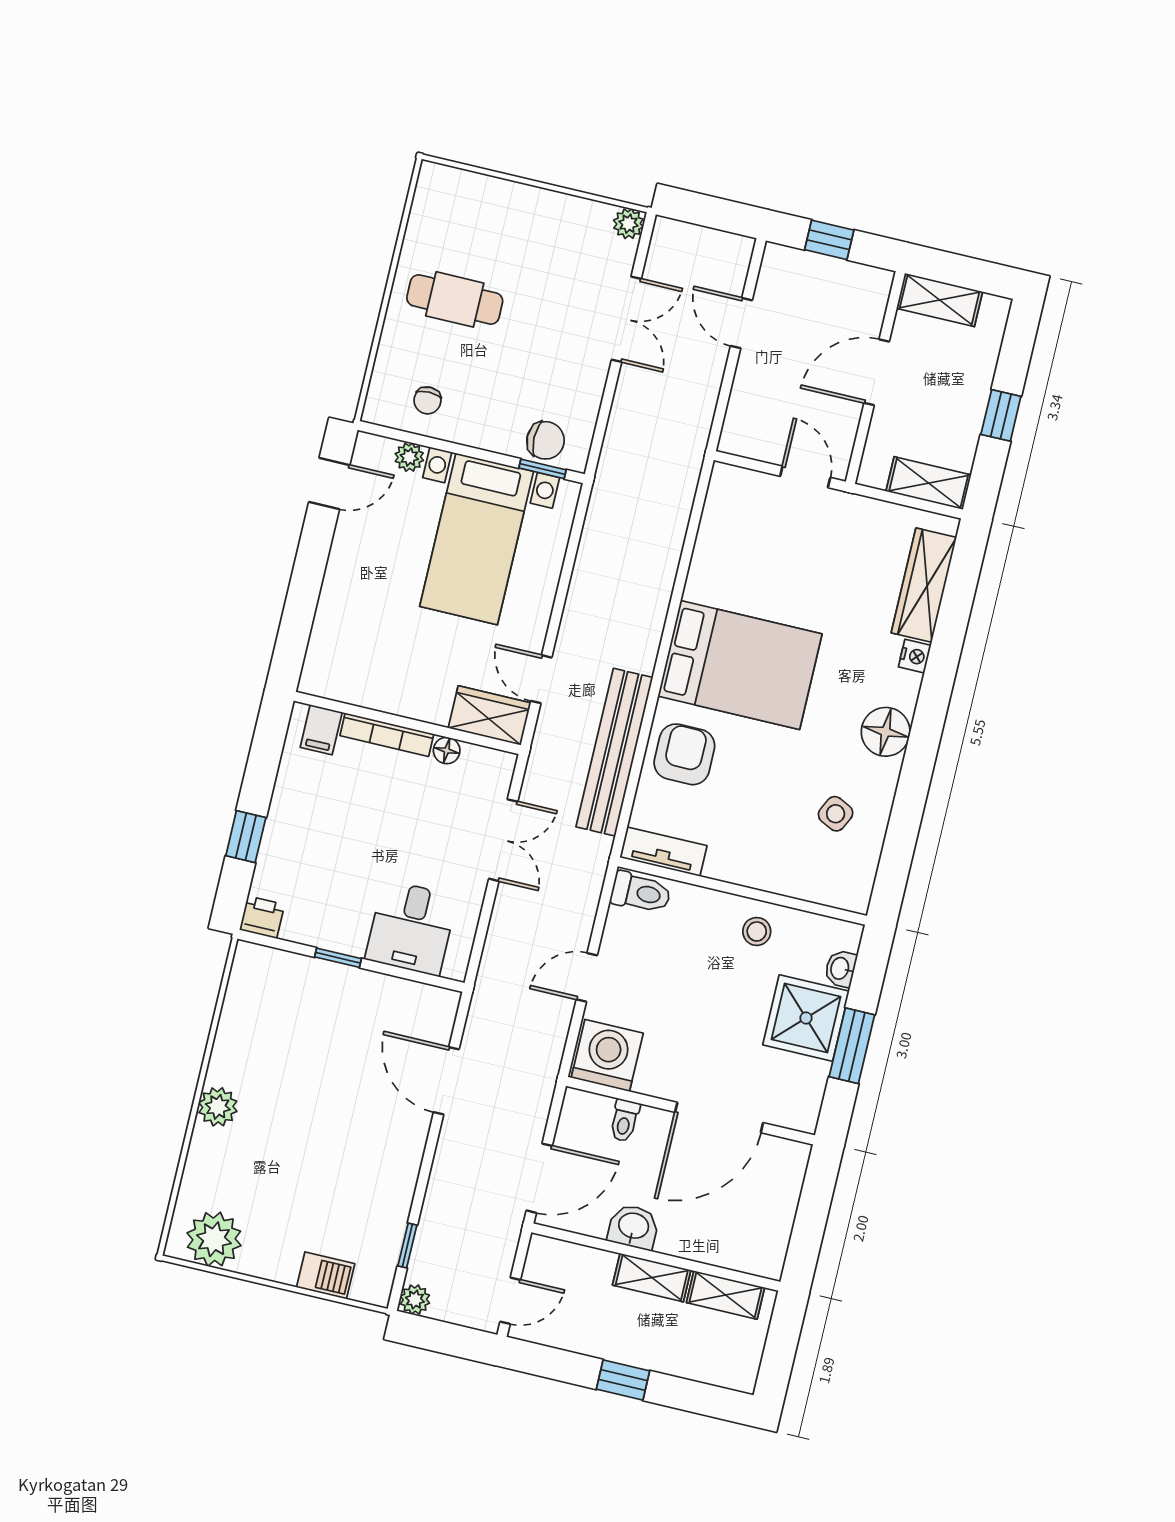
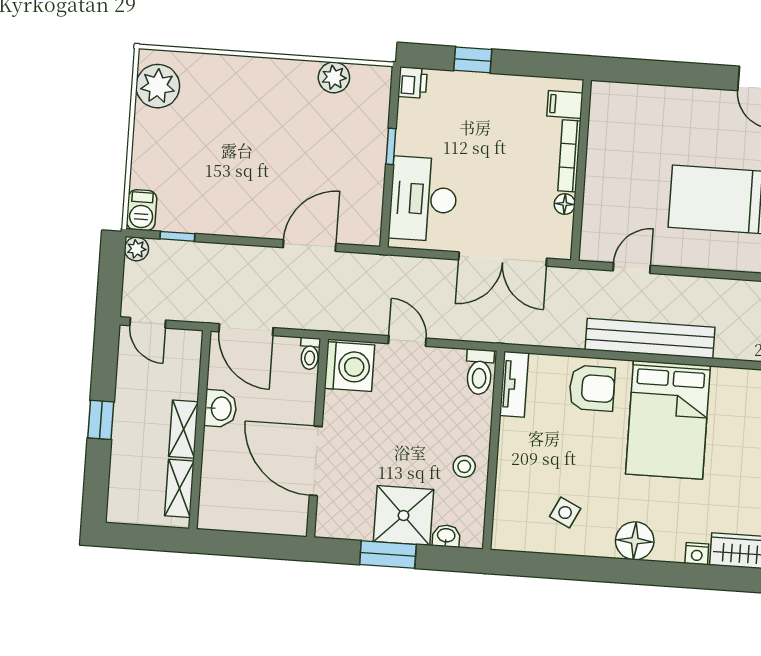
wardrobe: (490, 715) -> (597, 233), removed
bench: (614, 752) -> (650, 338), moved
double door: (503, 840) -> (503, 259), width x1.37
desk: (411, 928) -> (423, 199), width x1.37
plant: (218, 1107) -> (334, 77), moved
toilet: (624, 1120) -> (310, 354), moved, turned -90
barbecue: (326, 1275) -> (142, 210), moved

